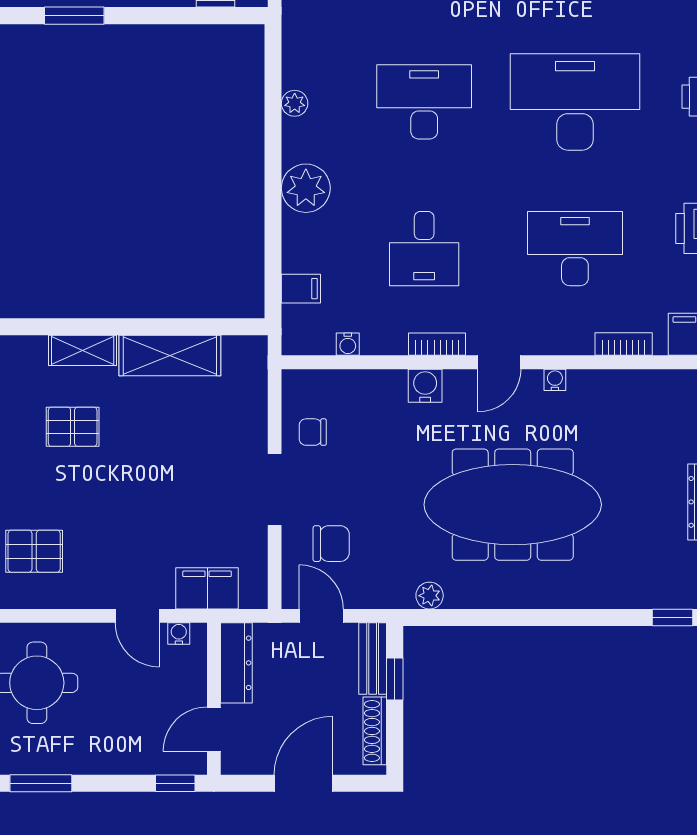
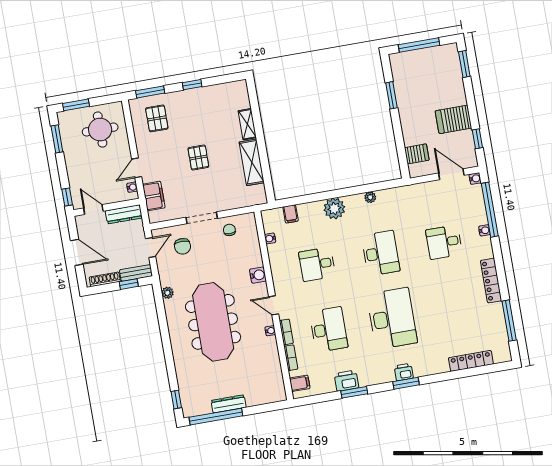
bookcase: (437, 344) -> (286, 332), moved
pallet: (73, 427) -> (198, 158), moved

